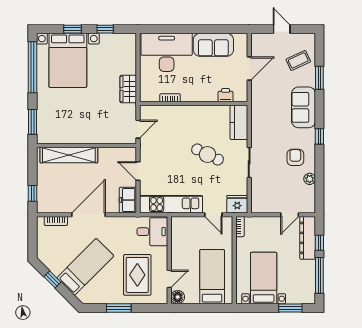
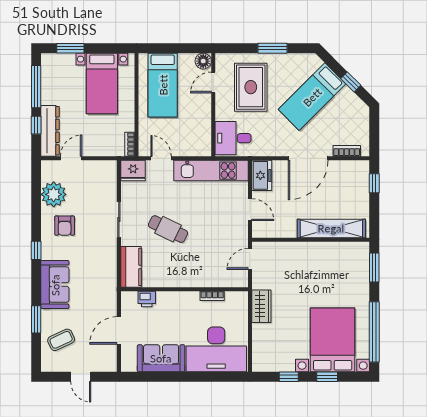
plant: (310, 179) -> (54, 194), width x1.87, depth x1.87

